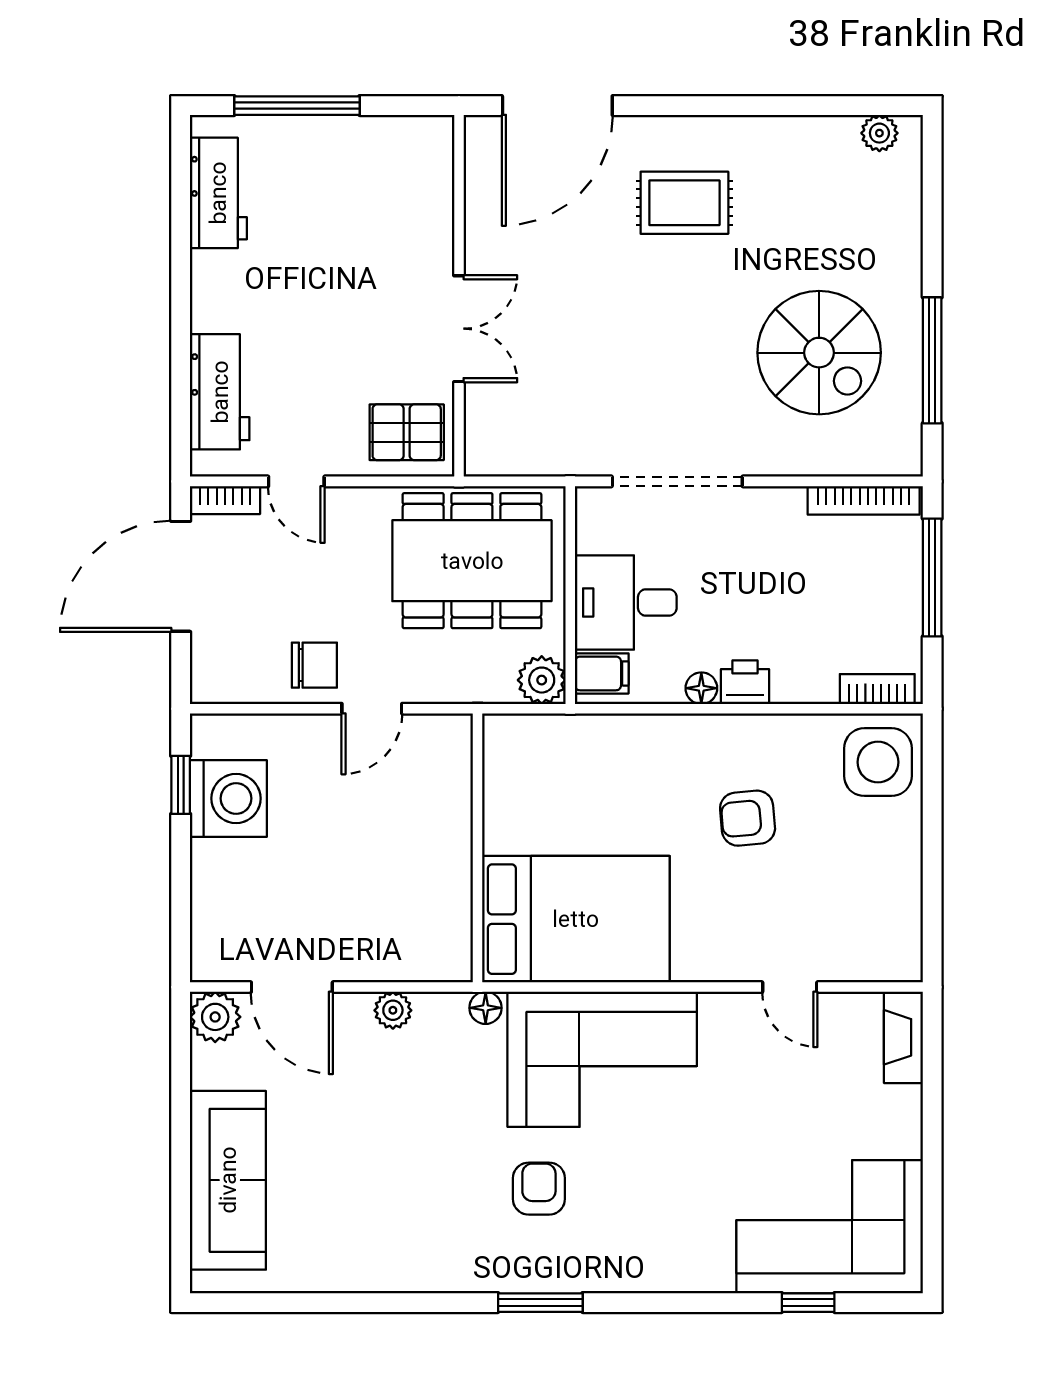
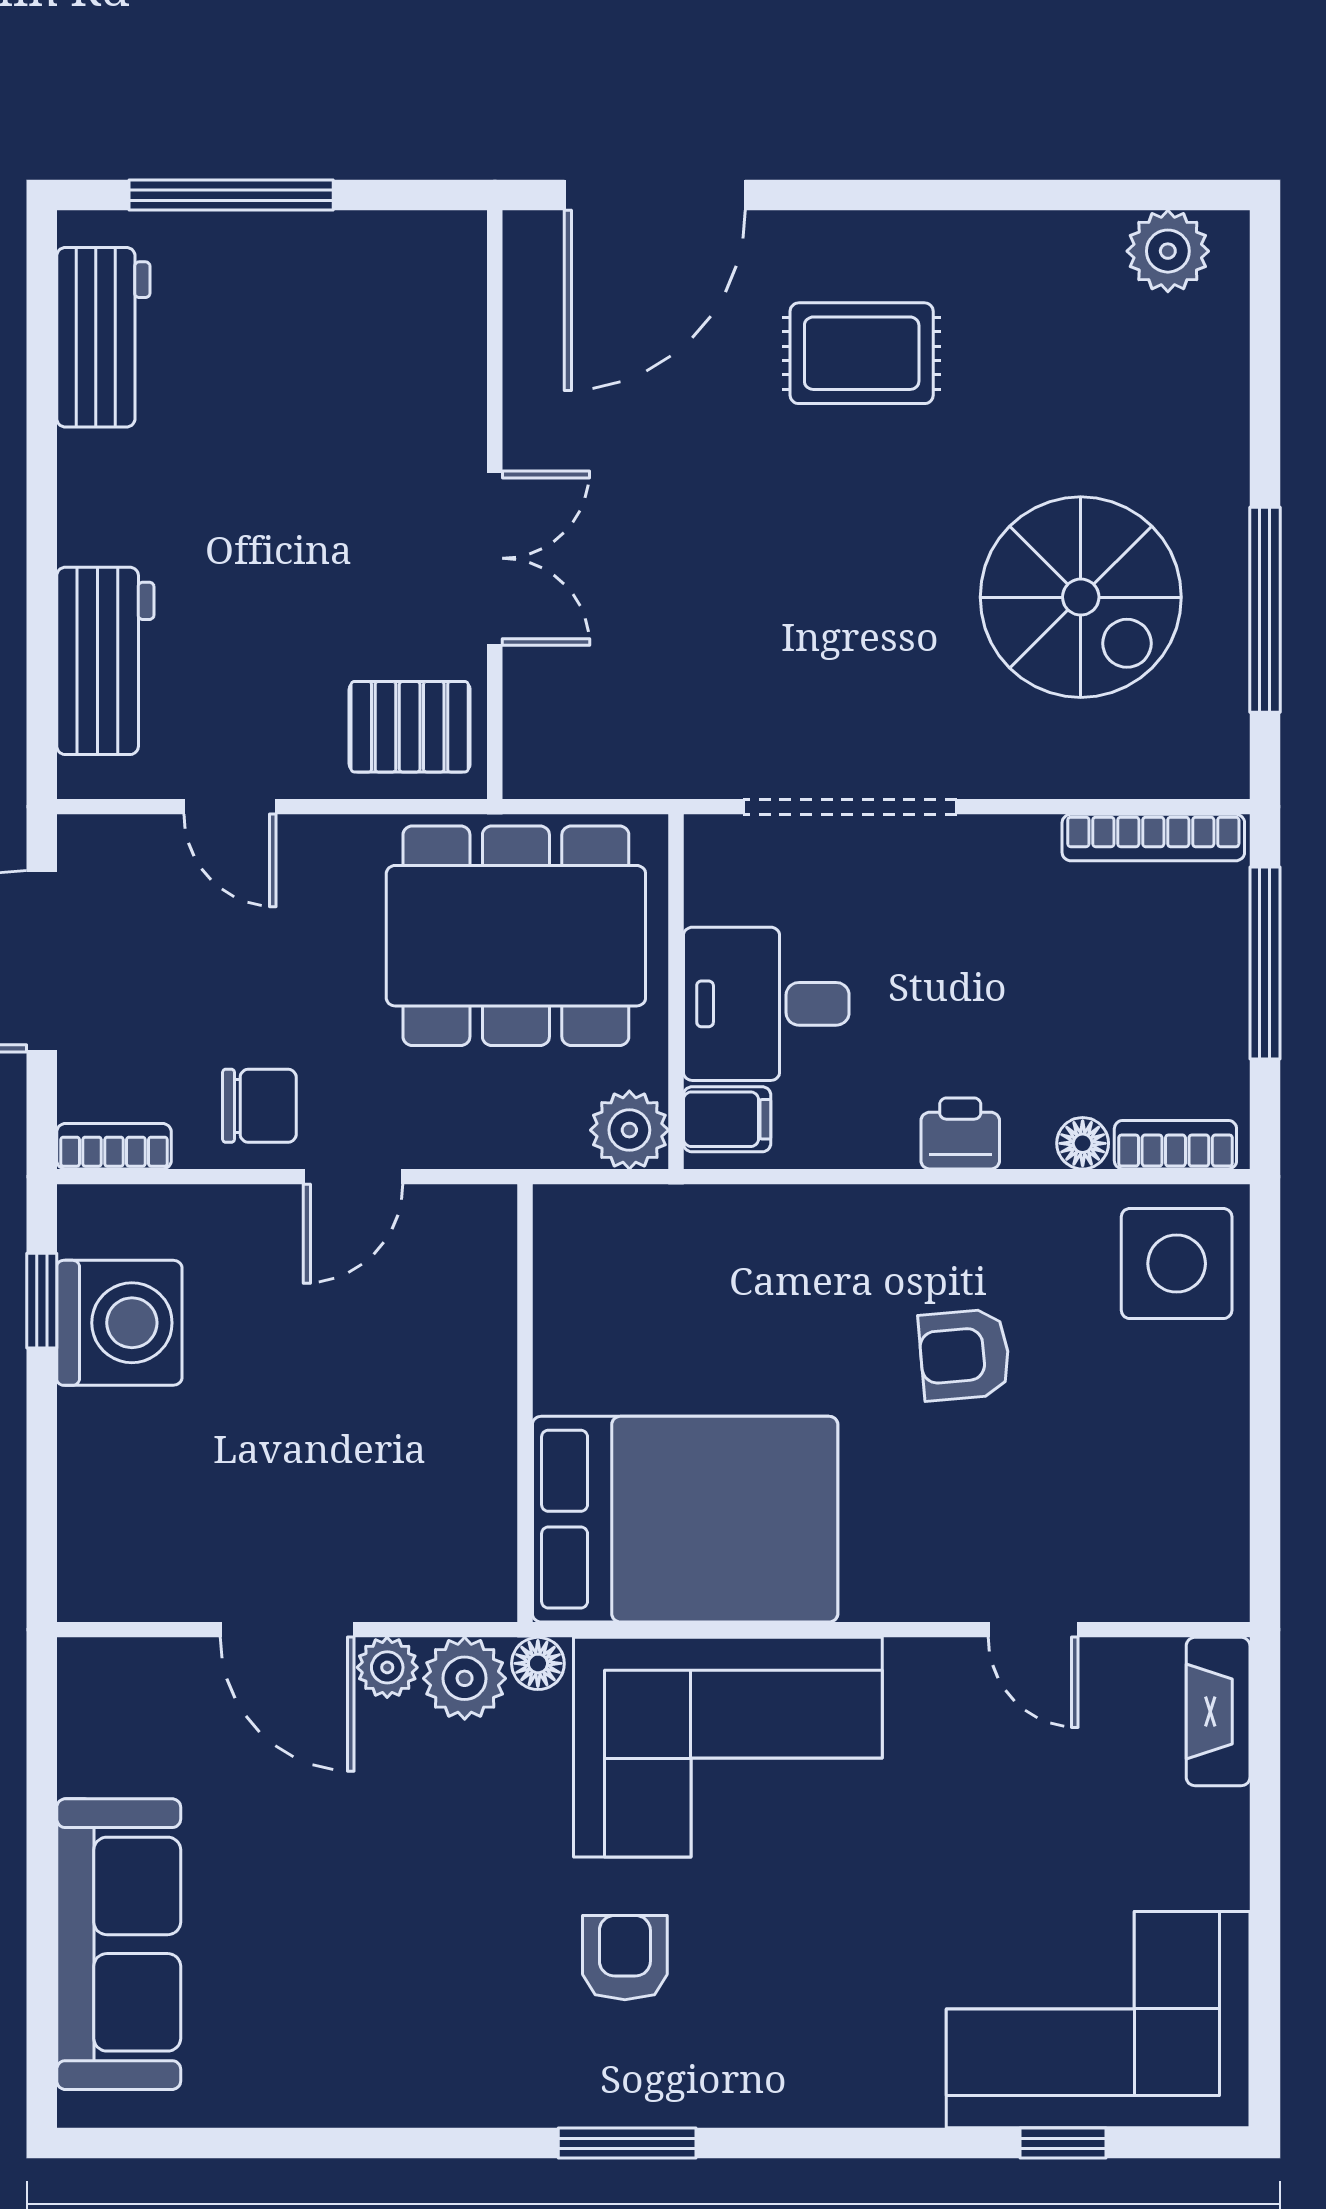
plant: (879, 133) -> (1168, 251), width x1.38, depth x1.38
bookcase: (225, 500) -> (114, 1146), moved, turned 180
floor lamp: (701, 688) -> (1083, 1143), moved
door: (292, 987) -> (287, 1630), moved
plant: (215, 1017) -> (465, 1678), moved

